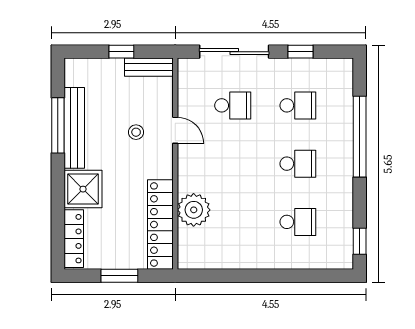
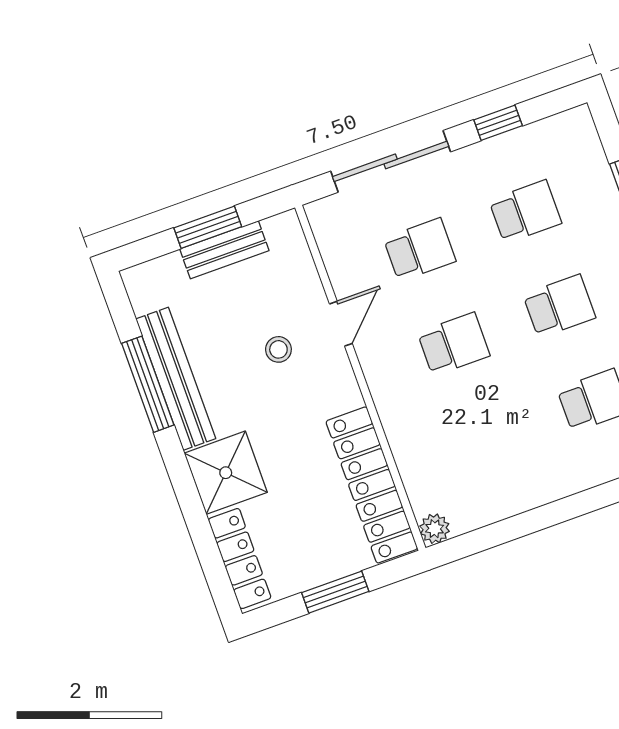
window: (121, 52) -> (208, 227), width x1.50
bench: (149, 67) -> (224, 250), moved
door: (175, 130) -> (341, 324), hinge flipped
school desk: (233, 164) -> (454, 344), added
plant: (194, 210) -> (435, 529), moved, width x0.53, depth x0.53

